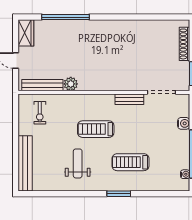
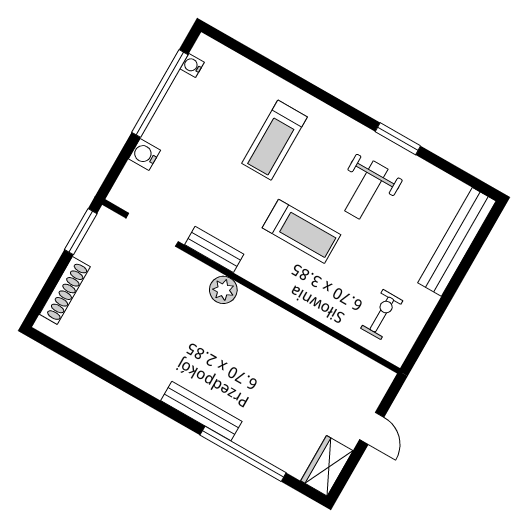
plant: (71, 84) -> (223, 290), moved
bench: (42, 85) -> (201, 411), moved
treadmill: (130, 162) -> (274, 140), turned 90
window: (119, 194) -> (398, 139), moved

